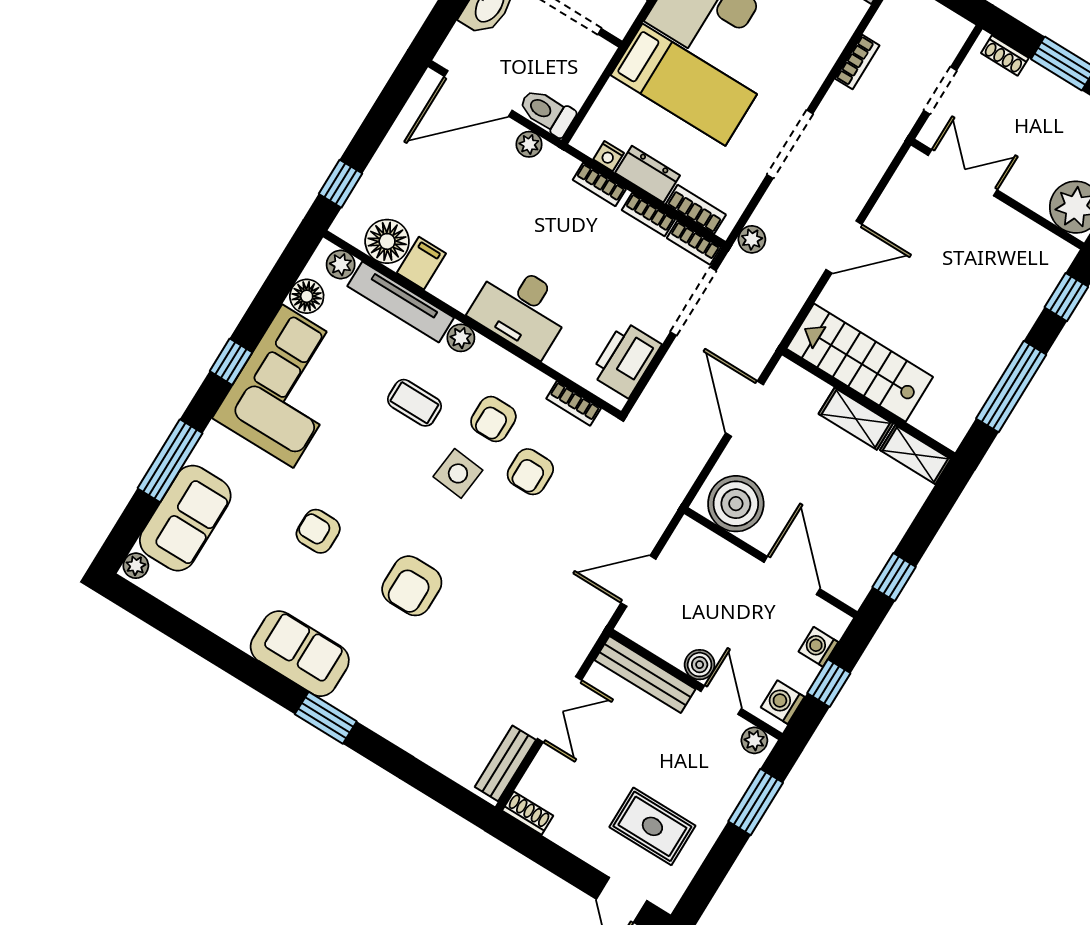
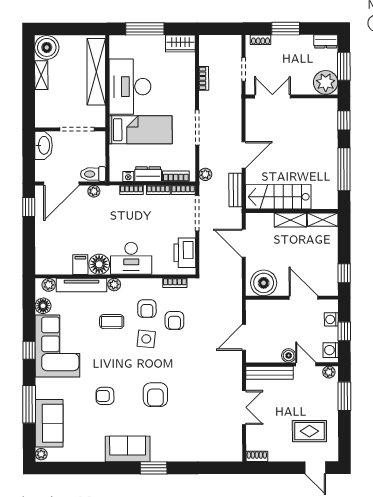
window: (341, 184) -> (29, 207), moved
floor lamp: (387, 241) -> (99, 264), moved
bench: (505, 763) -> (235, 190), moved

